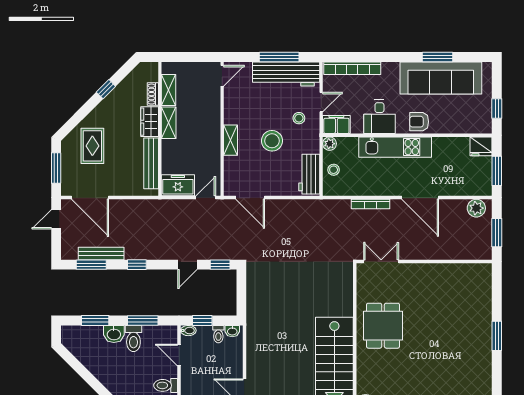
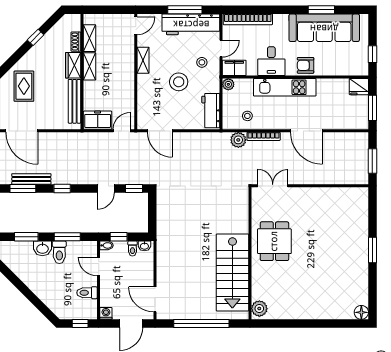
shelving: (231, 140) -> (143, 60), moved
stool: (334, 170) -> (247, 116), moved
plant: (476, 208) -> (238, 140), moved

